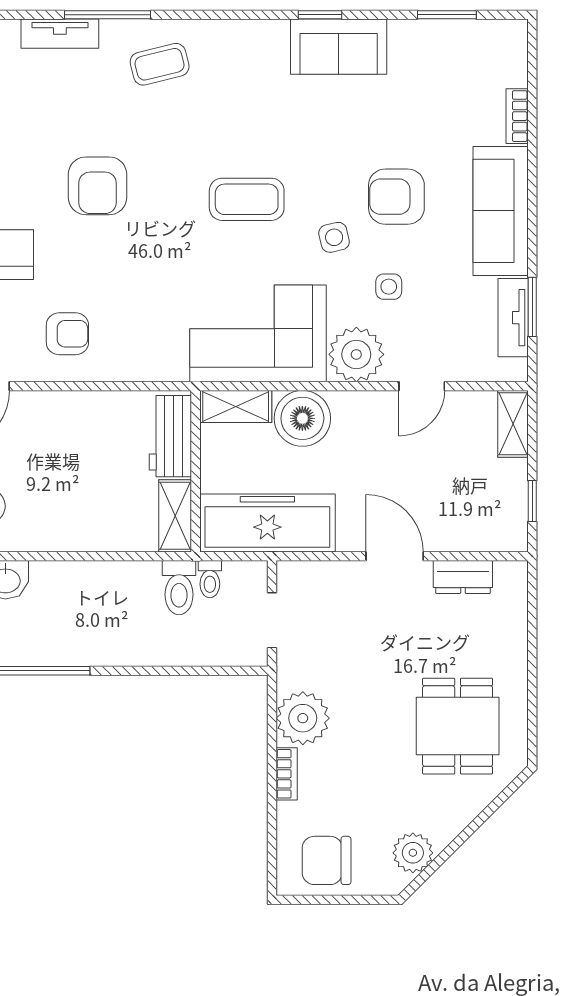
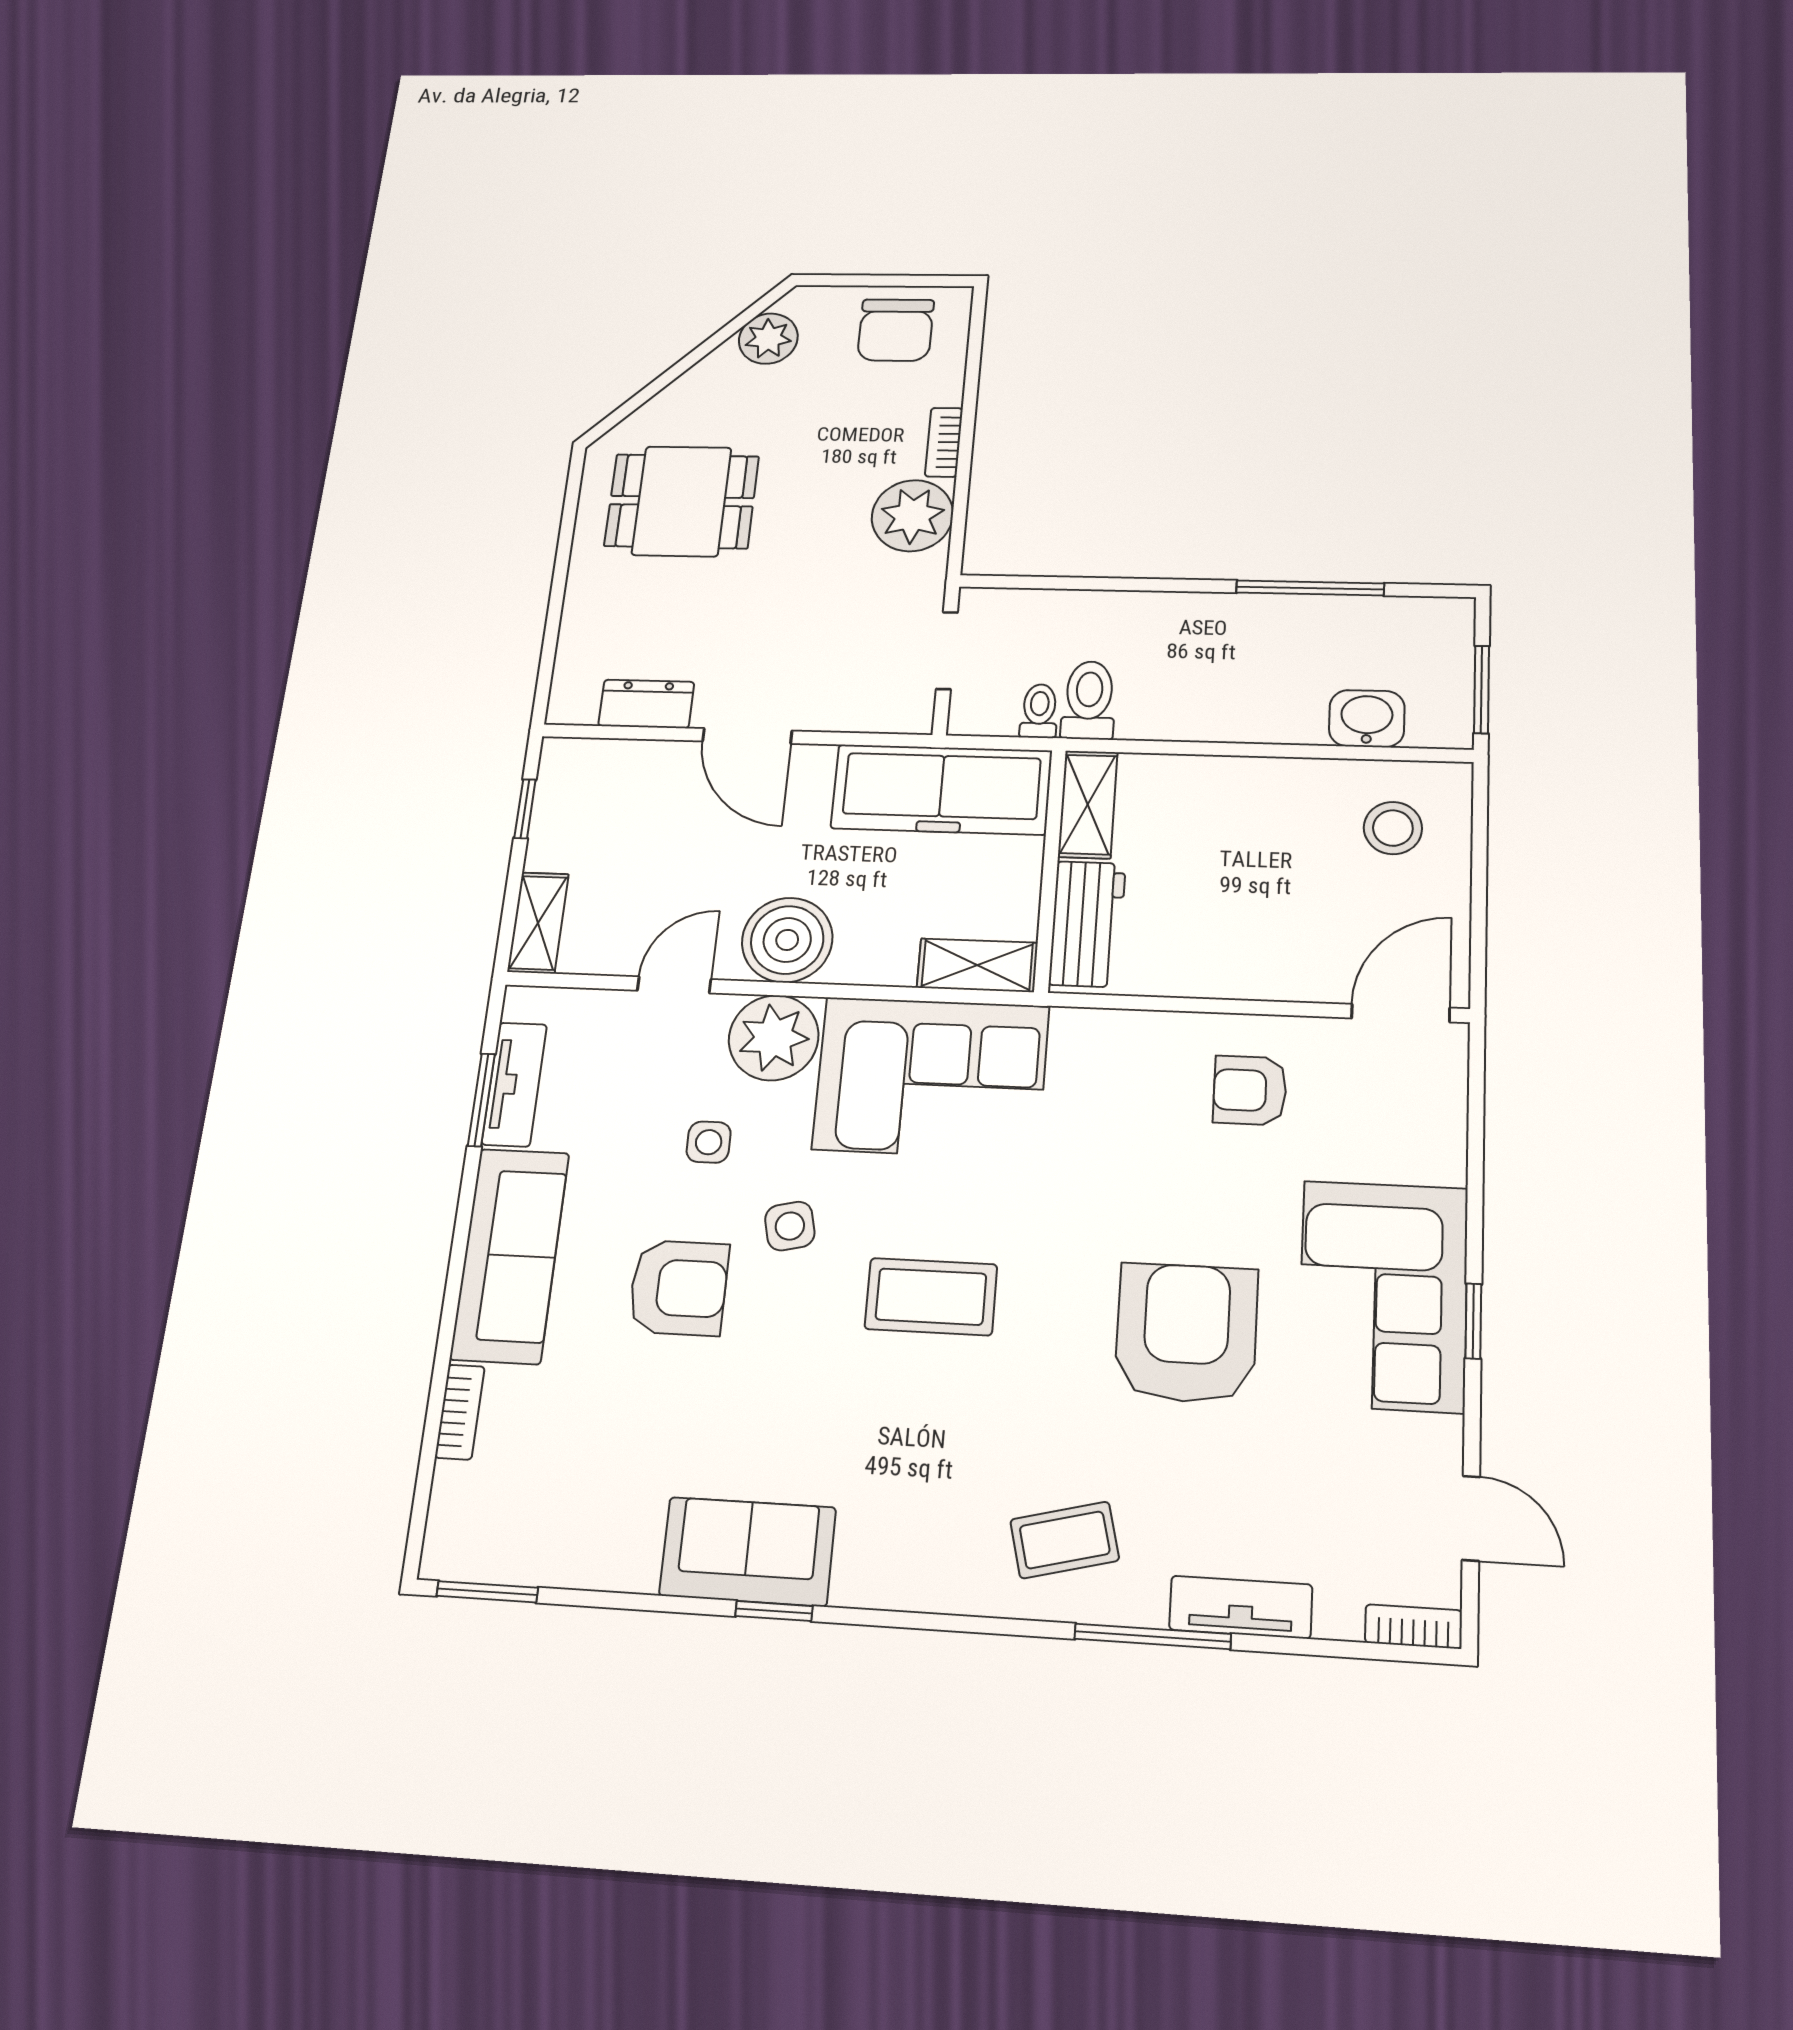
window: (447, 15) -> (487, 1592), moved
armchair: (98, 186) -> (1186, 1333), width x1.36, depth x1.36
boiler: (302, 418) -> (787, 940), moved
dining table: (458, 726) -> (682, 501), turned 90
chair: (327, 860) -> (896, 330), turned 90

